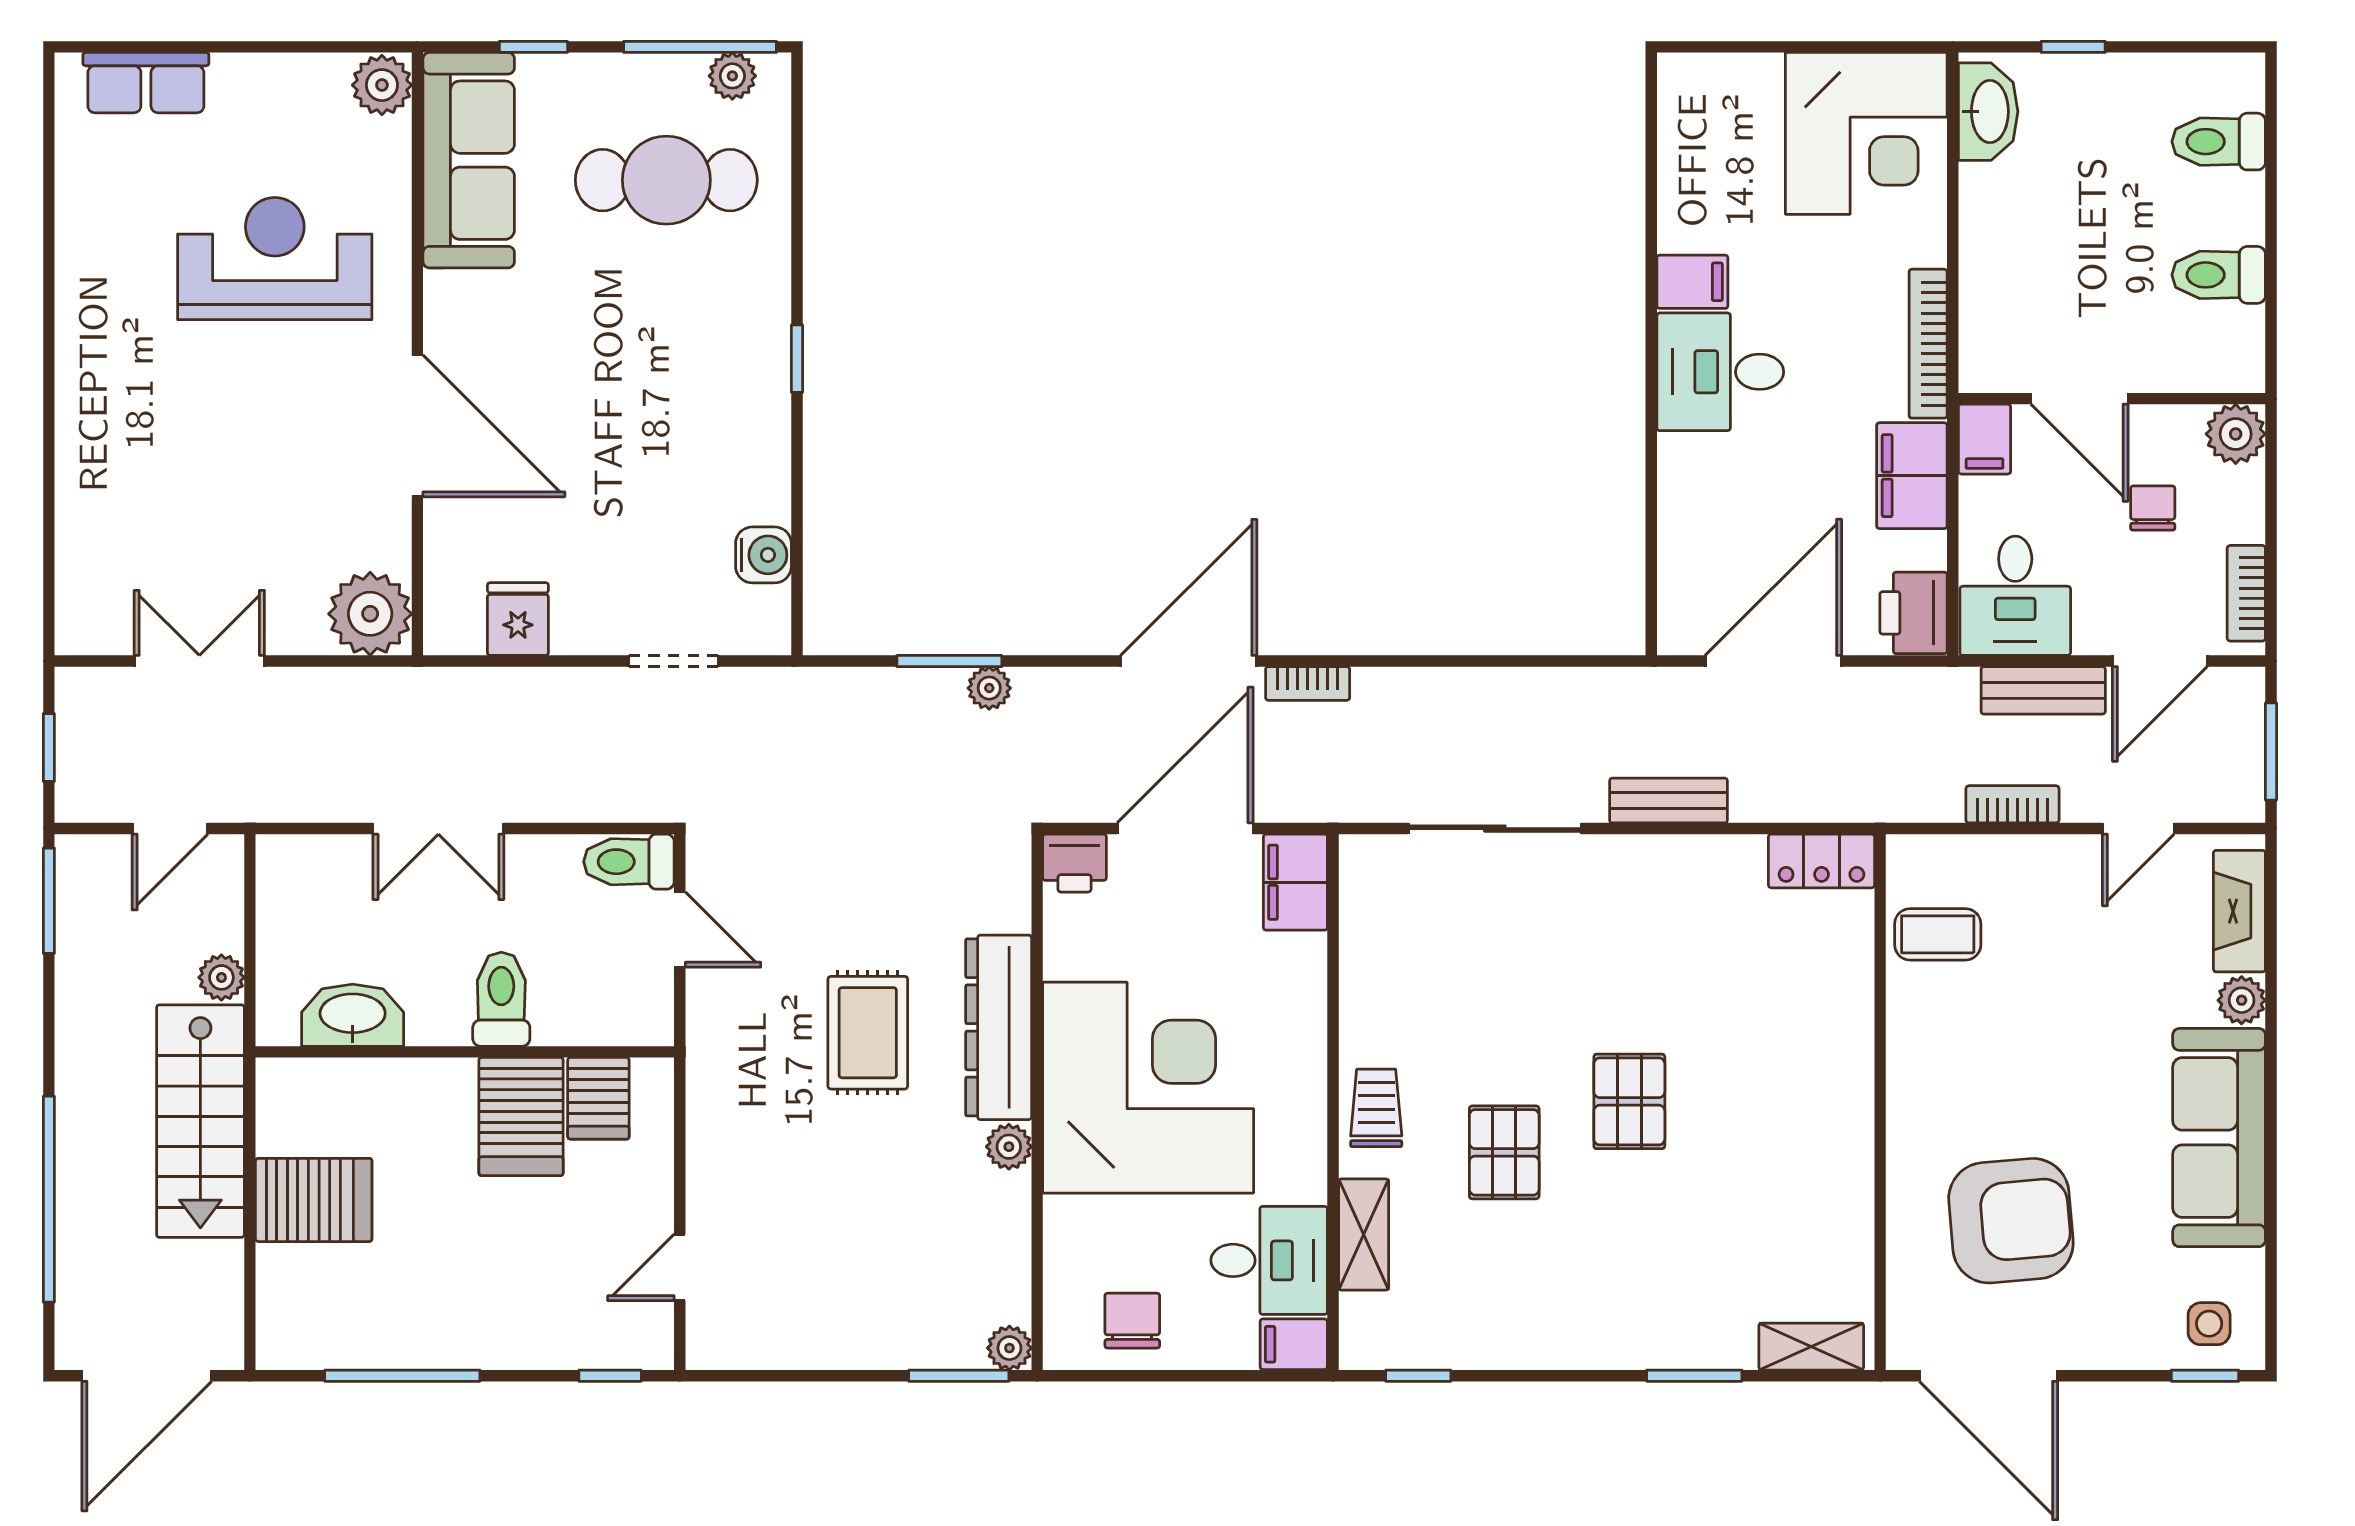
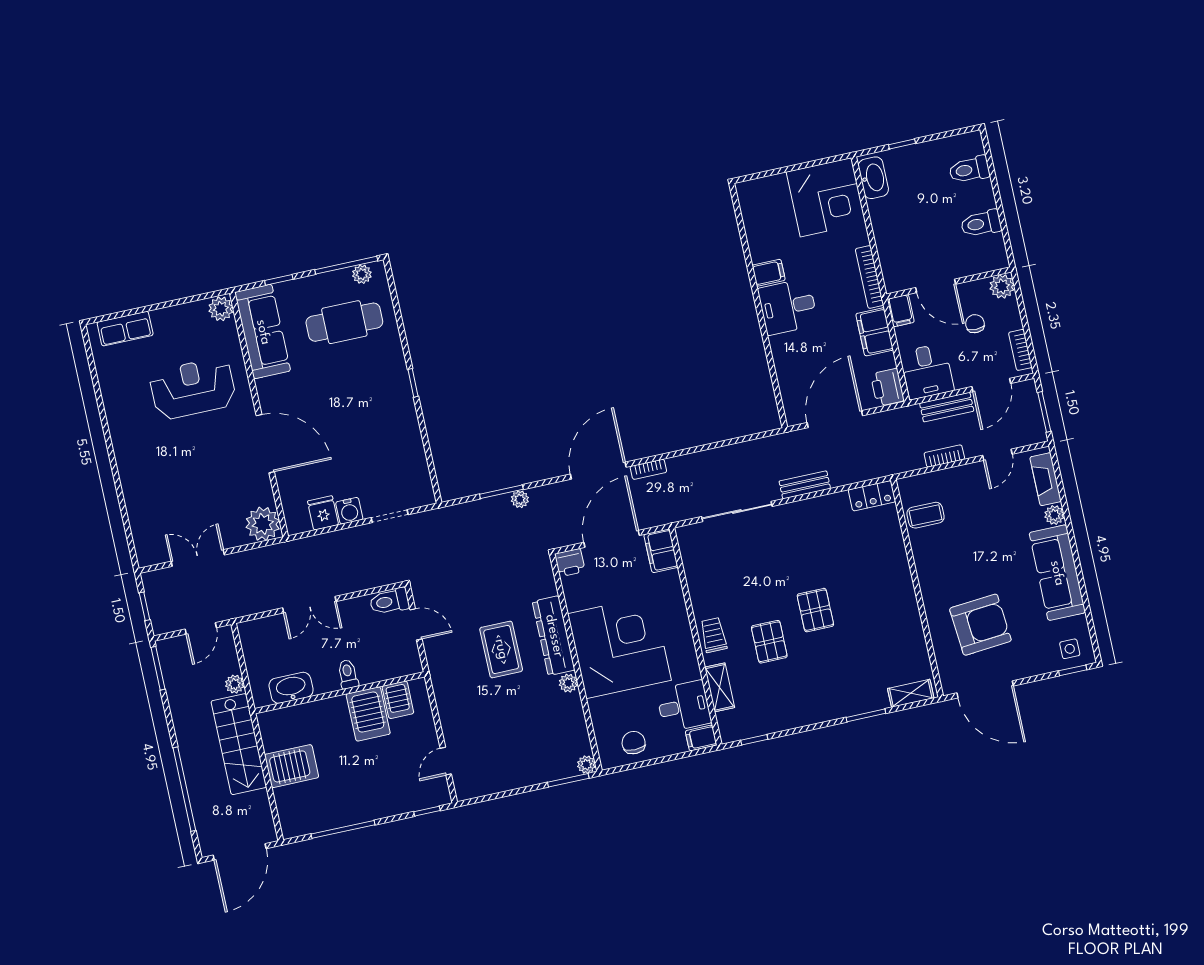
water cooler: (763, 555) -> (349, 511), moved, turned 90
toilet: (501, 999) -> (348, 674), width x0.73, depth x0.72

